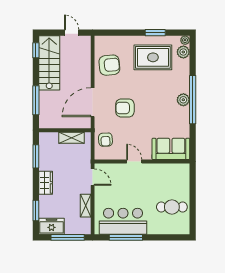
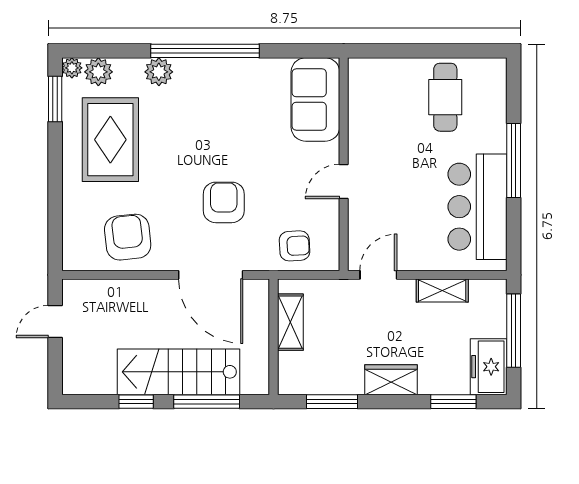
window: (155, 33) -> (55, 99), moved
window: (36, 50) -> (136, 402), moved
stairs: (49, 63) -> (178, 372), moved
plant: (183, 100) -> (159, 72), moved
armchair: (125, 108) -> (224, 202), turned 180
window: (126, 237) -> (514, 160), moved

